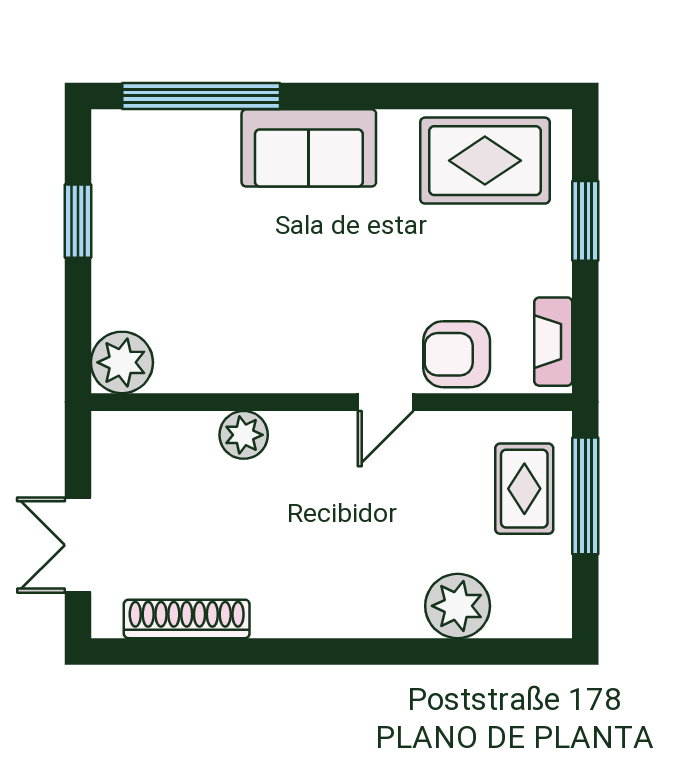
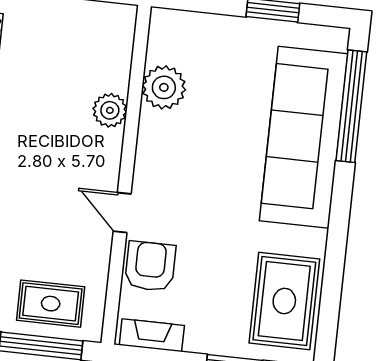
sofa: (309, 148) -> (304, 137), width x1.85, depth x1.27
plant: (122, 362) -> (164, 87), moved

